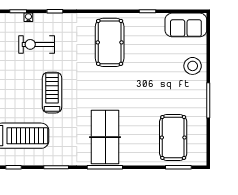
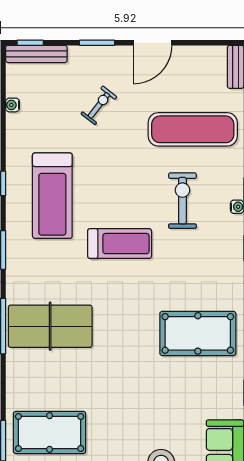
exercise bike: (37, 44) -> (182, 201), moved

